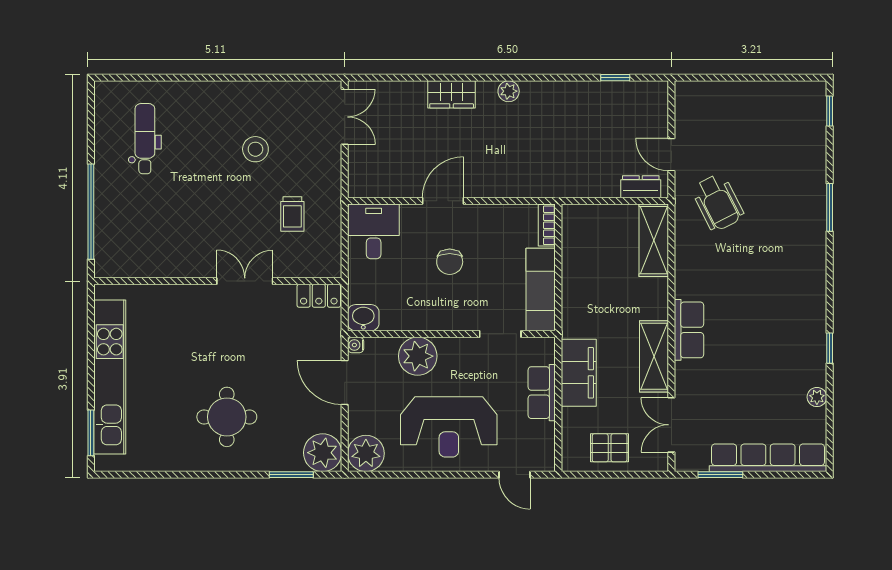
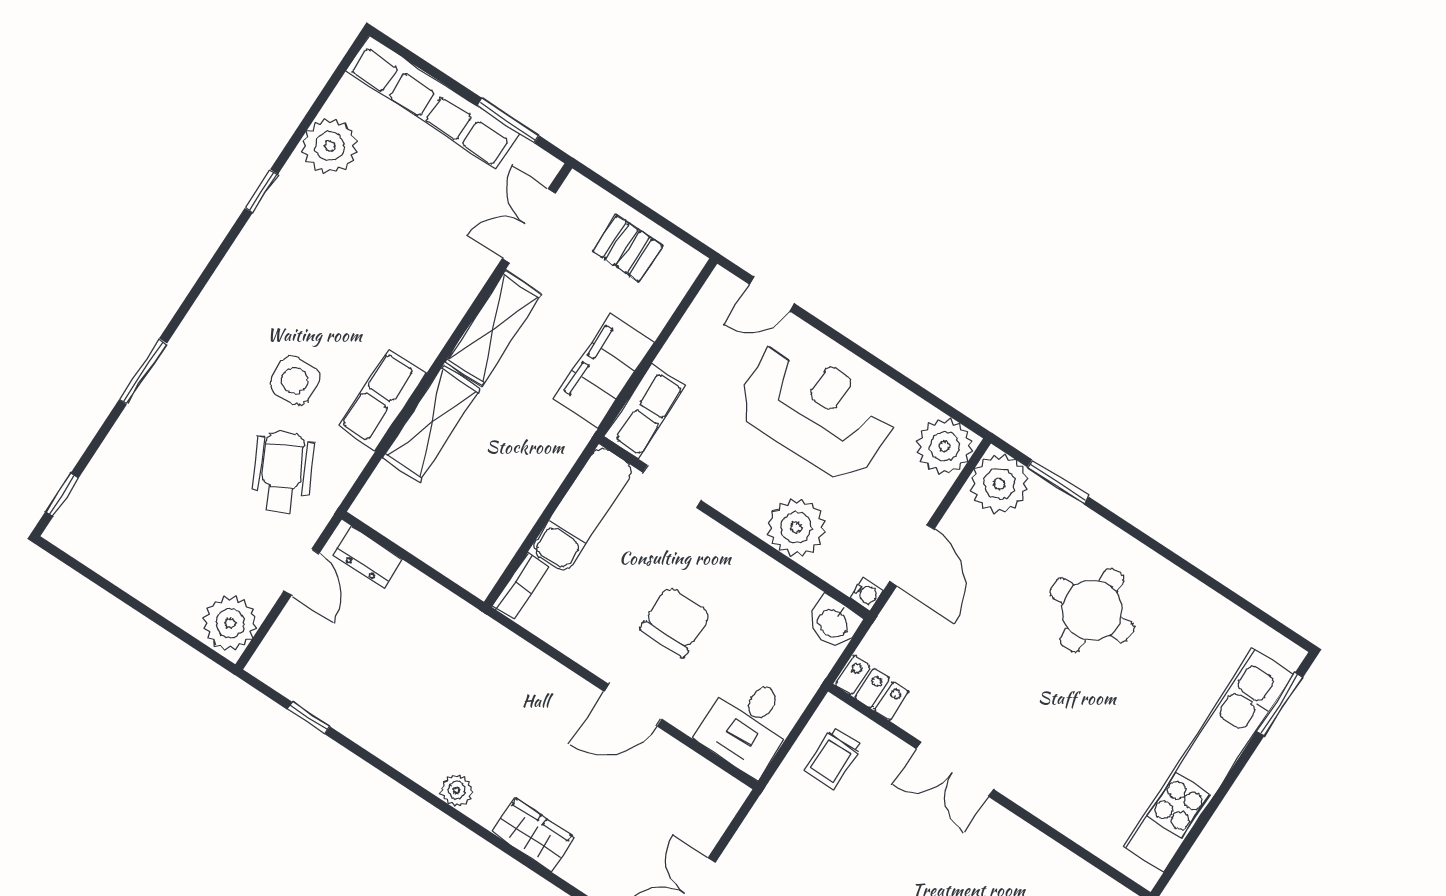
plant: (692, 101) -> (230, 623), added
trolley: (292, 214) -> (833, 758), moved, turned 180
shelving: (654, 240) -> (431, 424), moved
side table: (743, 257) -> (295, 381), added
chair: (450, 262) -> (676, 621), width x1.37, depth x1.37
row of seats: (689, 330) -> (382, 400), moved
row of seats: (542, 393) -> (645, 411), moved
plant: (817, 397) -> (330, 146), width x1.88, depth x1.88
double door: (671, 425) -> (529, 226), swing flipped
door: (515, 475) -> (772, 294), swing flipped

